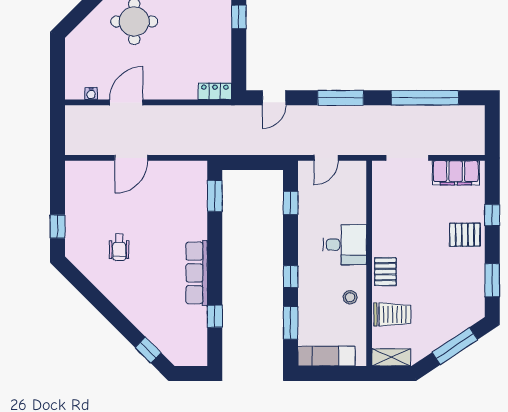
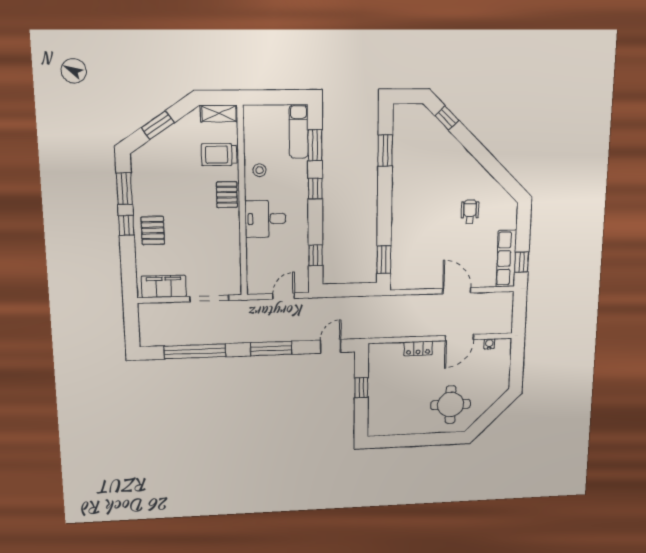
window: (239, 17) -> (361, 387), moved
locker: (215, 91) -> (418, 348), moved
door: (131, 158) -> (457, 291), hinge flipped
window: (492, 215) -> (126, 225), moved
window: (58, 227) -> (522, 262), moved
pallet: (465, 235) -> (153, 231), turned 90
row of seats: (197, 273) -> (506, 258), moved, turned 180
window: (215, 316) -> (385, 151), width x1.50
window: (455, 346) -> (158, 125), width x0.69
exam couch: (326, 356) -> (299, 132), moved, turned 90

